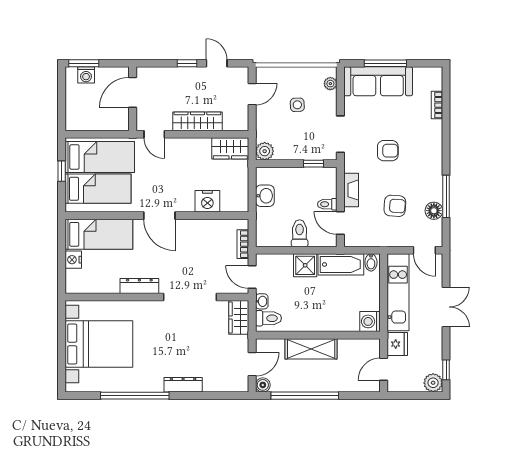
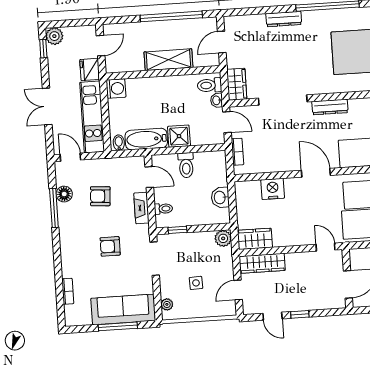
wardrobe: (197, 121) -> (262, 263), moved
toilet: (327, 204) -> (163, 209), moved
boiler: (263, 385) -> (211, 24), removed

